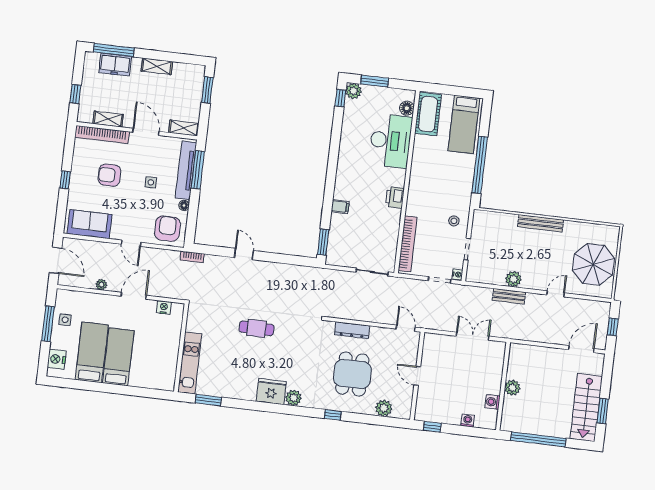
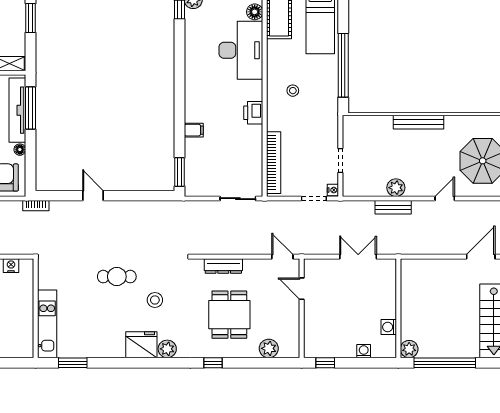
stool: (454, 221) -> (293, 91), moved
stool: (288, 353) -> (155, 300), added
door: (417, 376) -> (302, 289), moved
plant: (512, 388) -> (409, 349), moved

